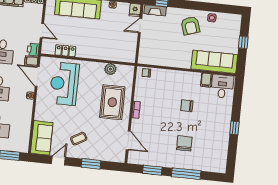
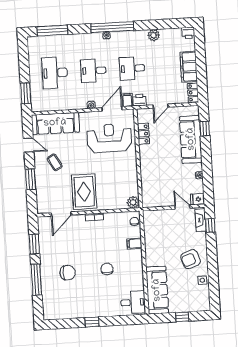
plant: (110, 69) -> (133, 202), moved
filing cabinet: (206, 80) -> (134, 244), moved
rug: (112, 102) -> (84, 192), moved, turned 90
sofa: (42, 138) -> (55, 123), width x1.36

